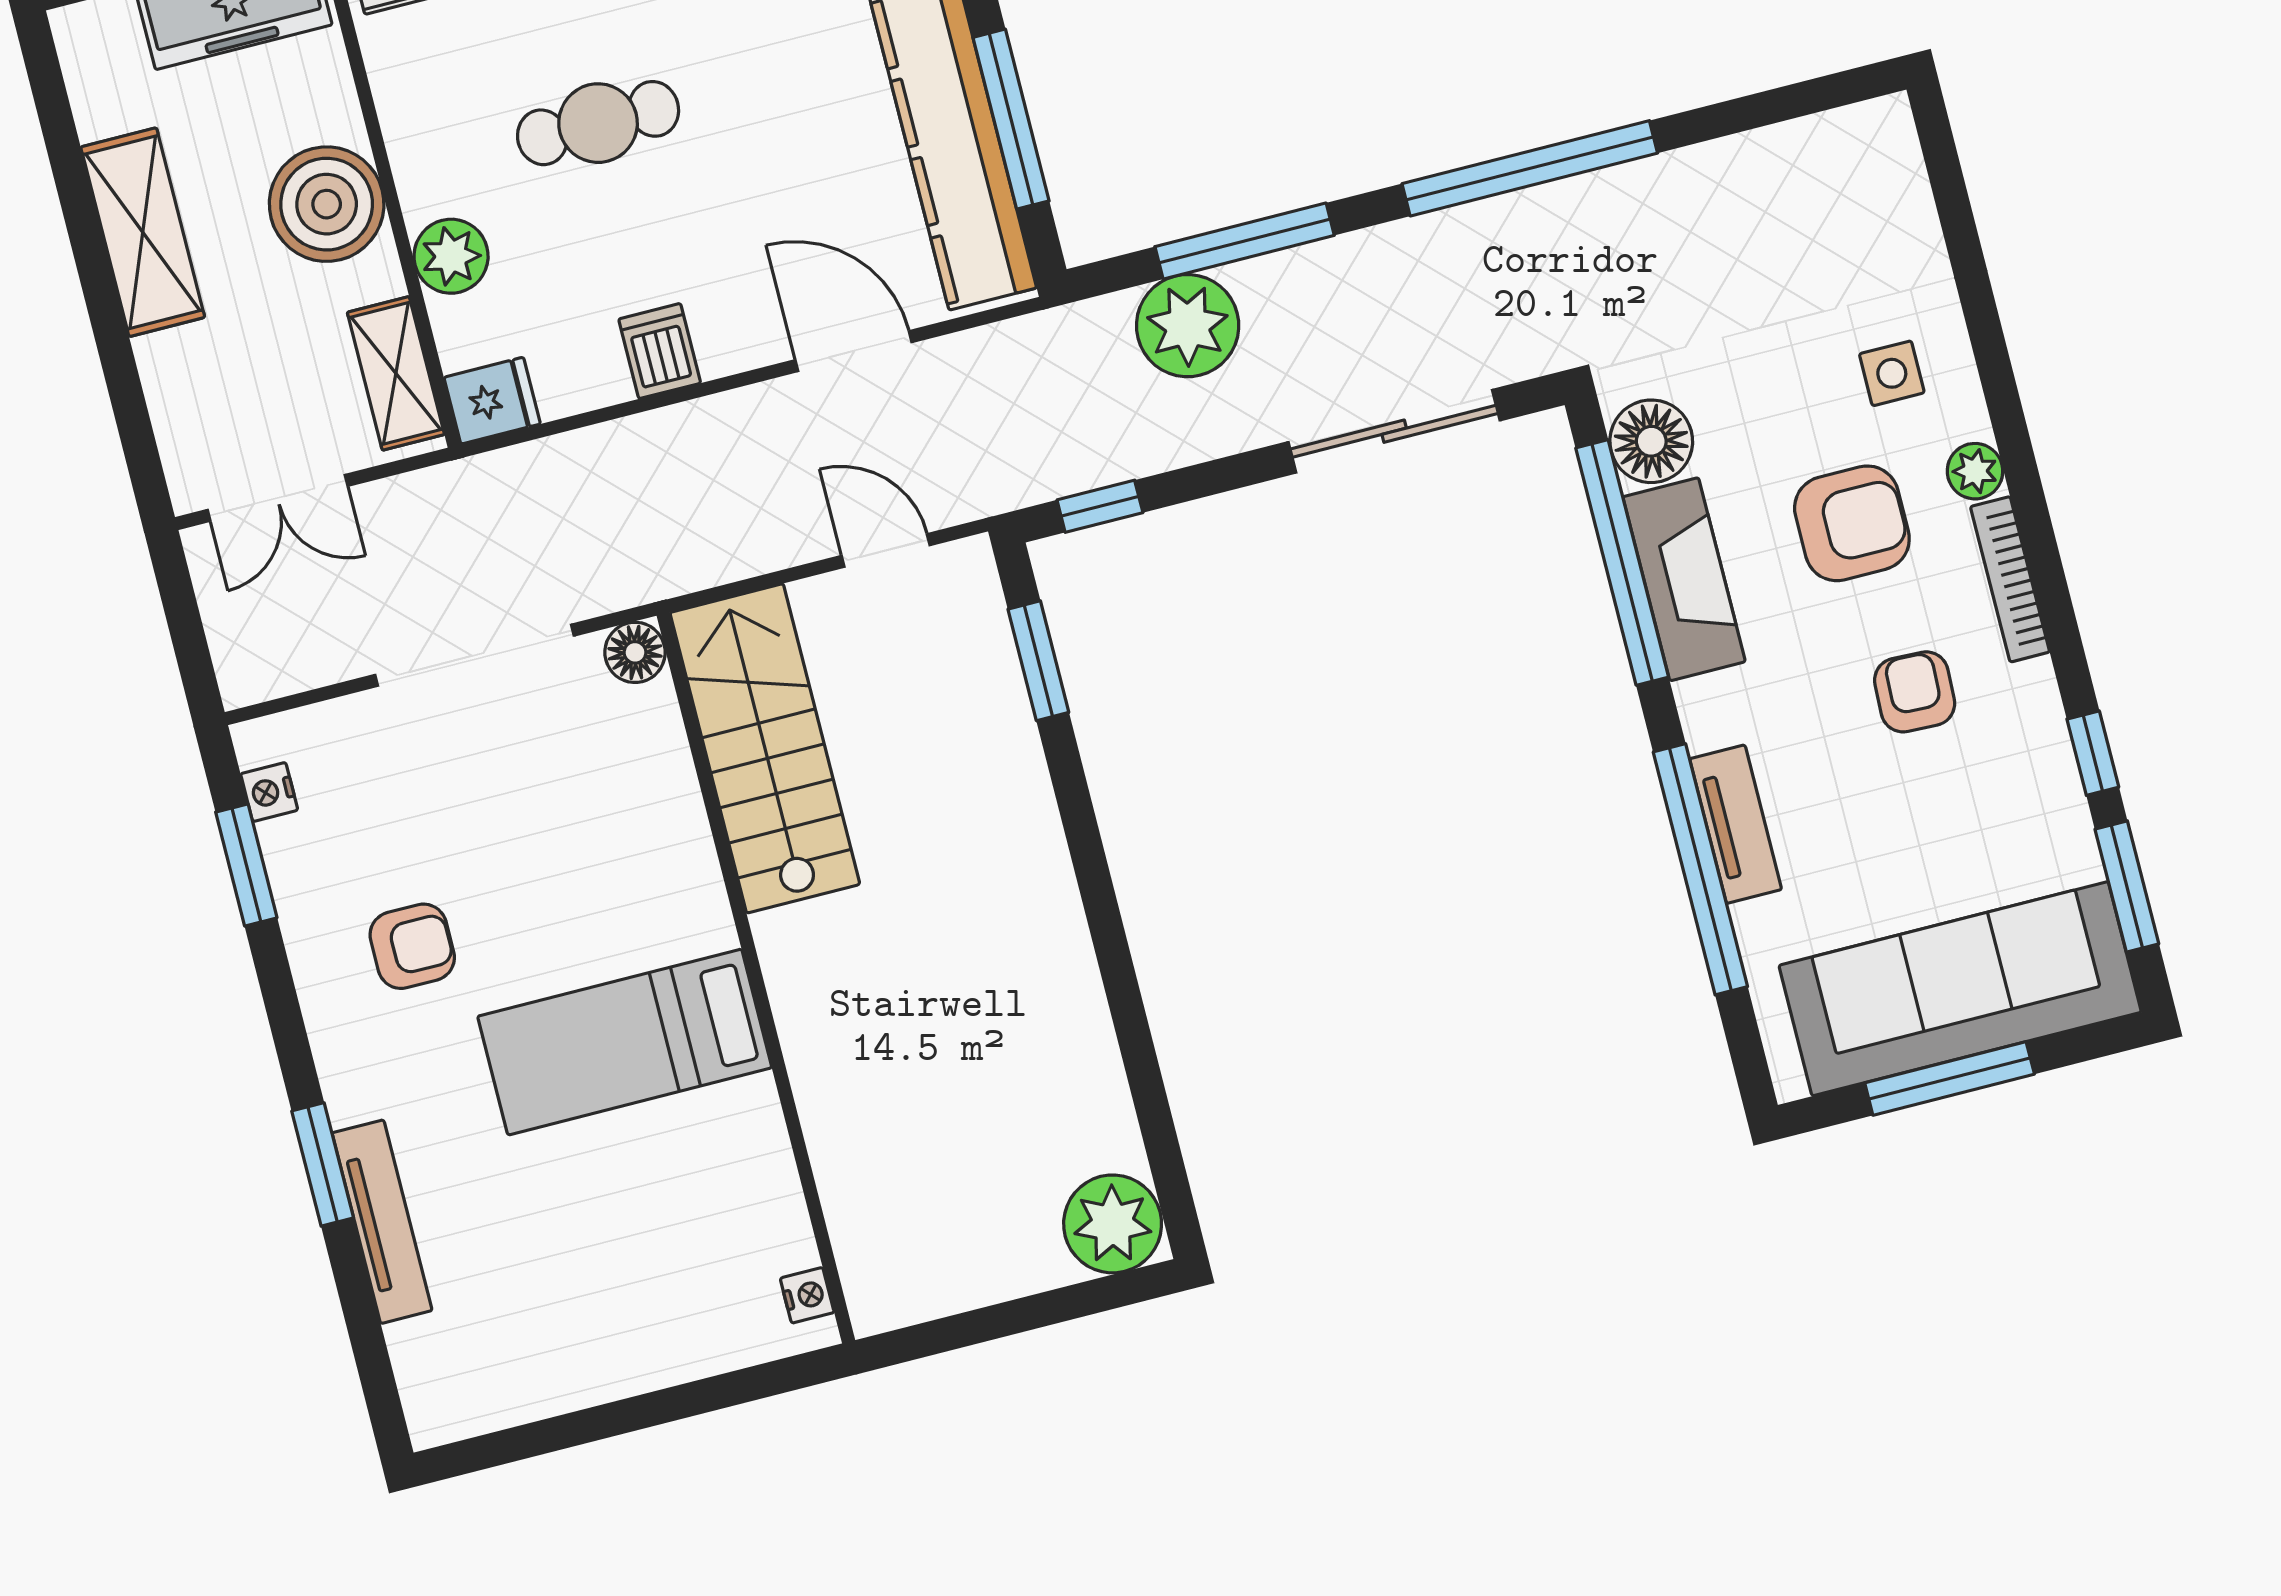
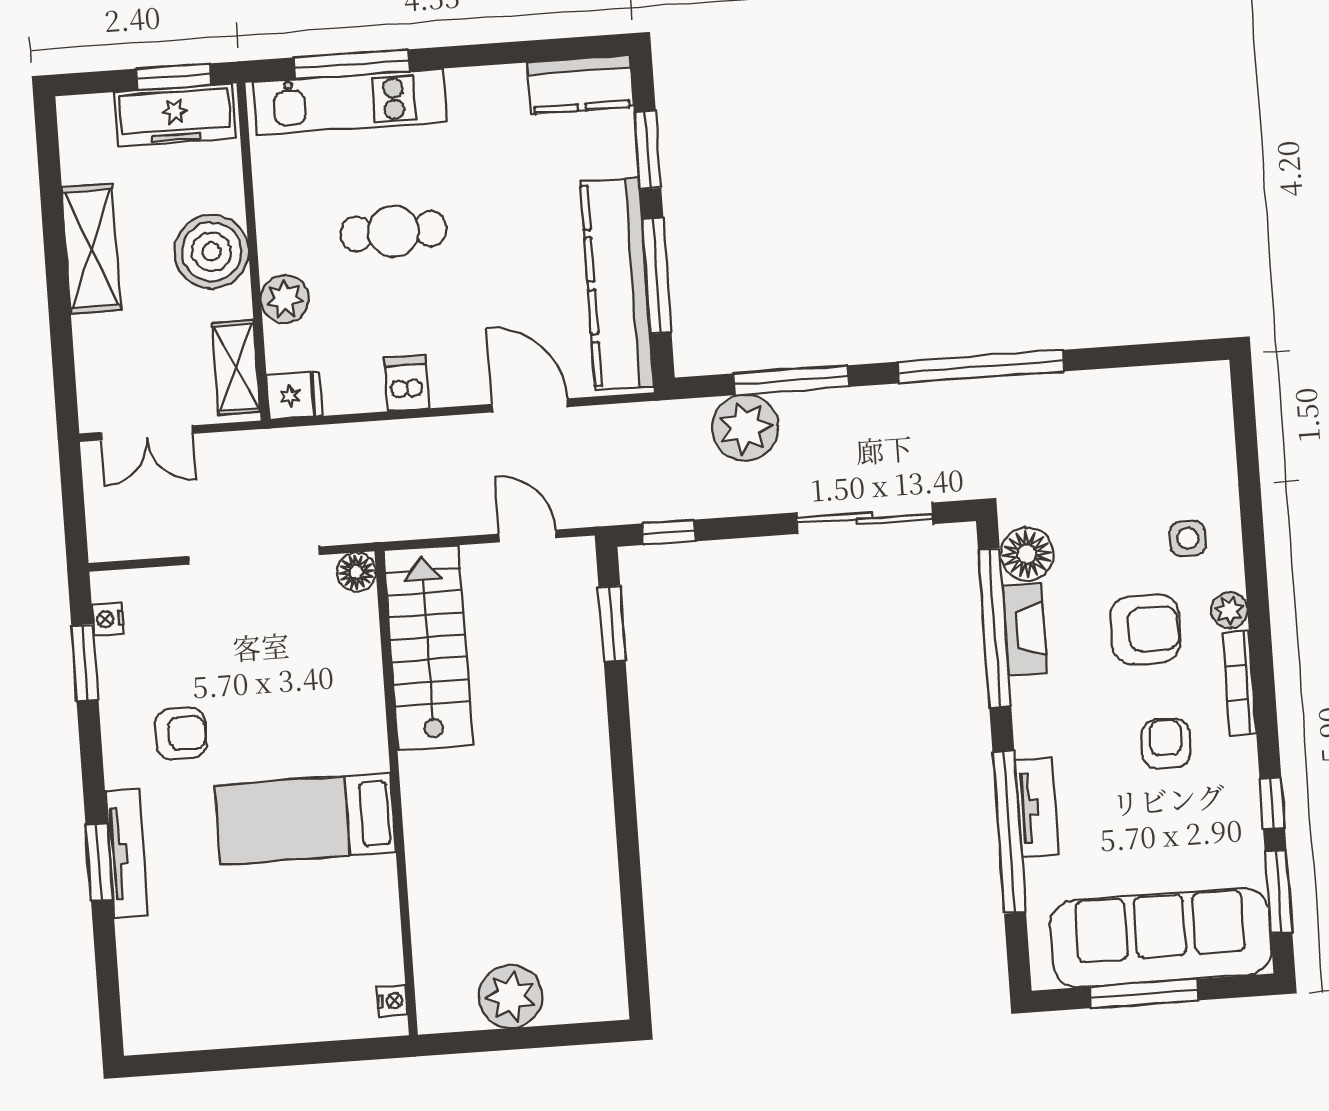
fireplace: (1684, 579) -> (1025, 630), width x0.73, depth x0.76
tv unit: (382, 1222) -> (127, 853), moved
plant: (1113, 1224) -> (511, 996), moved

